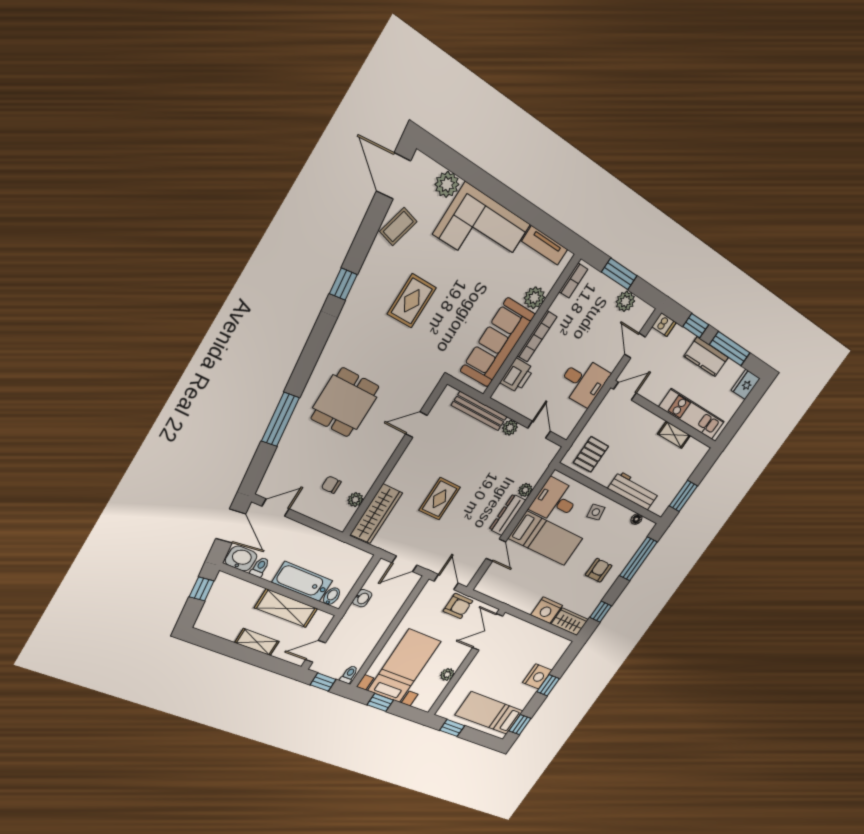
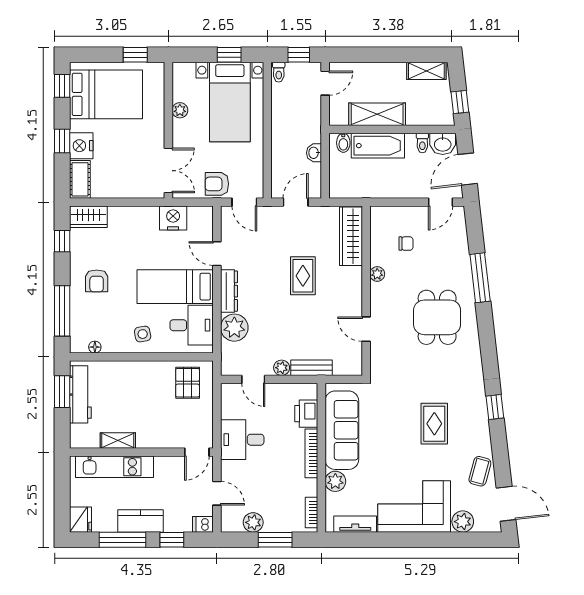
bench: (479, 411) -> (312, 368), width x0.73
door: (416, 425) -> (366, 329), swing flipped
plant: (525, 490) -> (234, 328), width x1.88, depth x1.88
workbench: (634, 491) -> (80, 394), moved, turned -90
plant: (355, 500) -> (377, 274), moved
door: (231, 526) -> (468, 169), hinge flipped
nightstand: (547, 610) -> (173, 218), moved
shelving: (257, 642) -> (426, 71), moved
cot: (556, 652) -> (80, 179), added
bed: (489, 713) -> (106, 94), width x1.50

